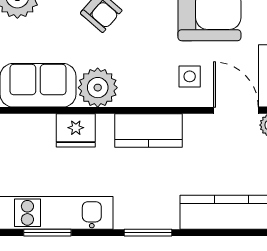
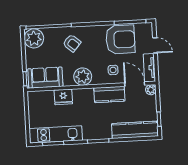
plant: (98, 88) -> (83, 77), moved
kitchen counter: (149, 131) -> (109, 94), moved

